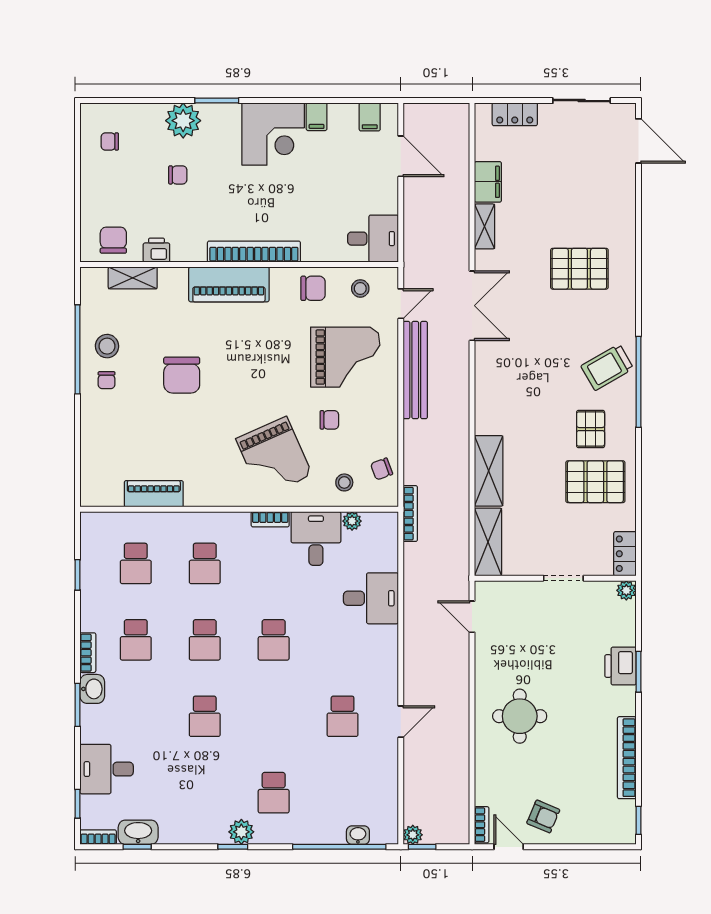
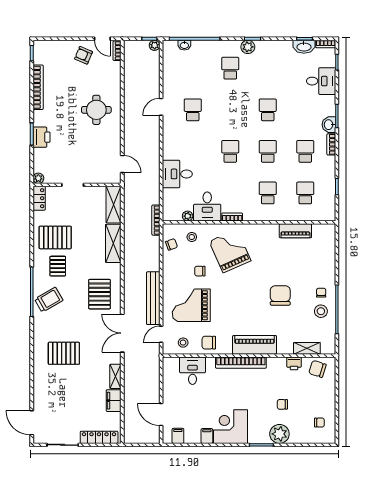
locker: (515, 114) -> (99, 437), width x1.53
desk: (373, 239) -> (193, 371), moved, turned 90
chair: (113, 240) -> (317, 369), turned 108
pallet: (514, 377) -> (99, 294), added

